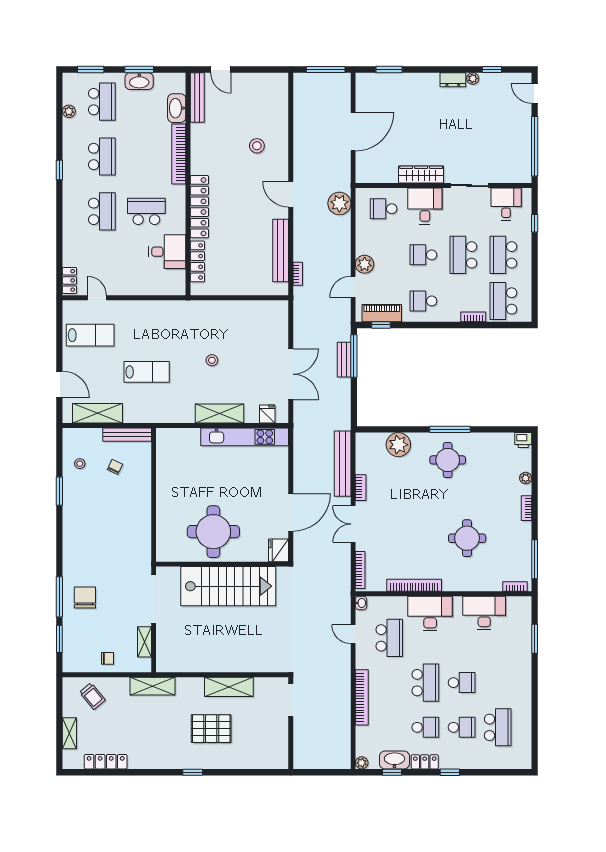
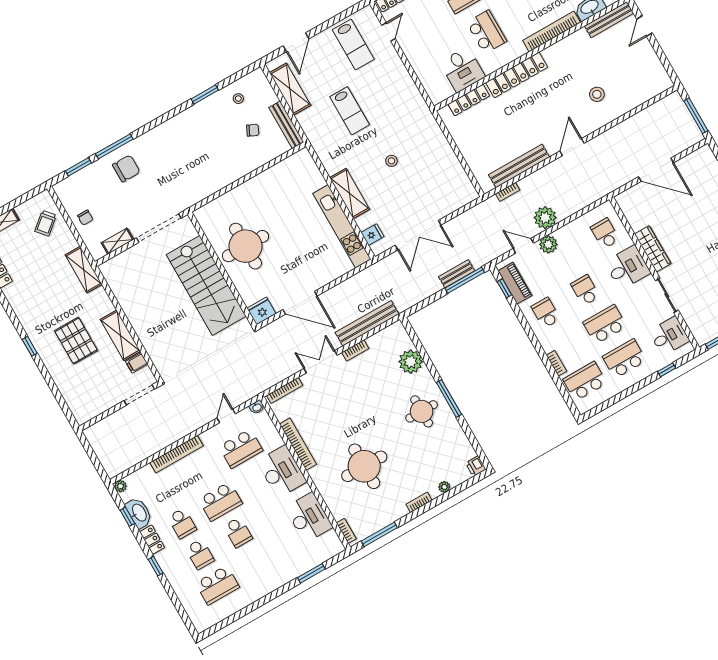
plant: (339, 203) -> (545, 218), moved
round table: (467, 538) -> (364, 466), width x1.36, depth x1.36
filing cabinet: (261, 686) -> (137, 363), added

